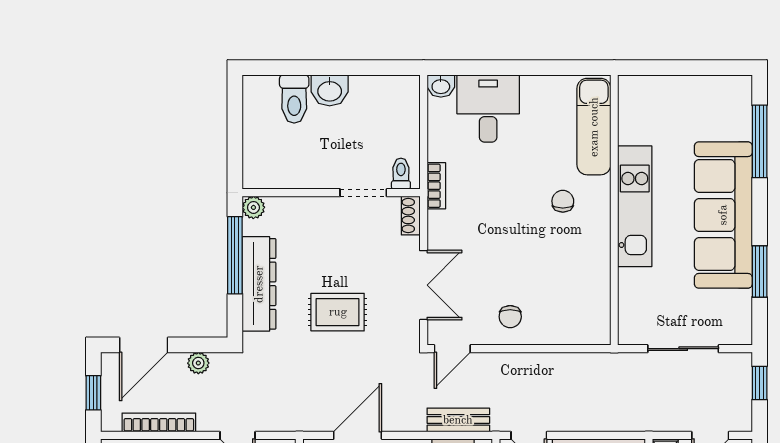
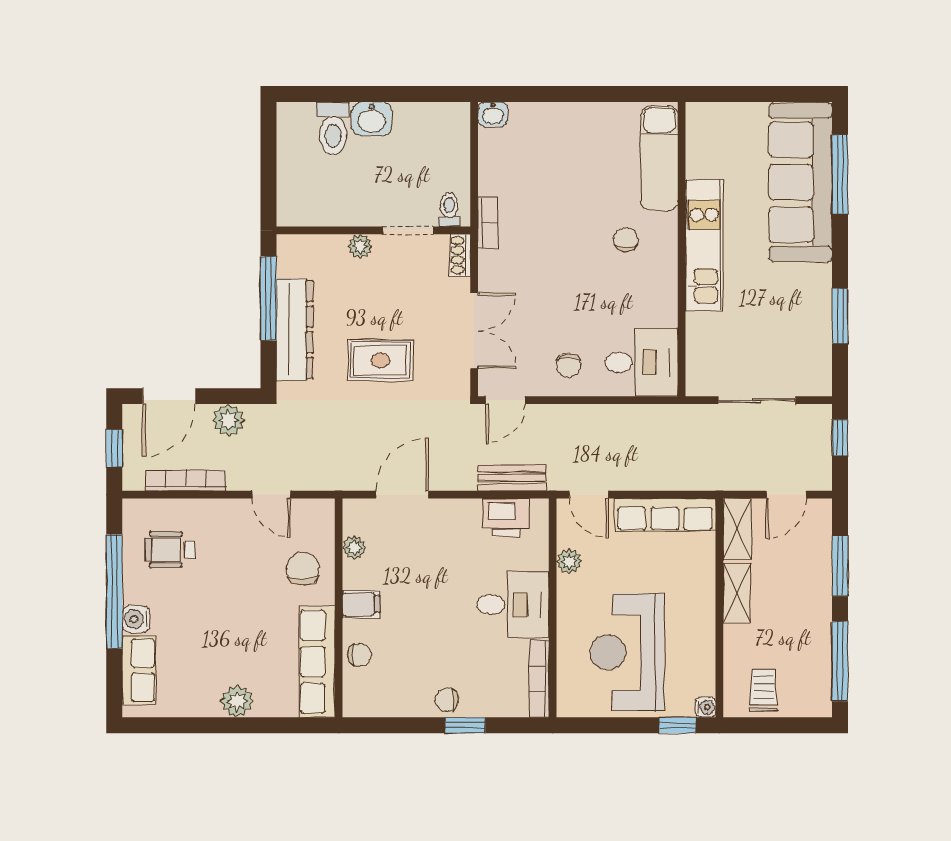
desk: (488, 108) -> (641, 362), moved, turned 90
plant: (253, 207) -> (360, 246), moved
sofa: (723, 215) -> (801, 182), moved
plant: (198, 363) -> (229, 420), width x1.38, depth x1.38

